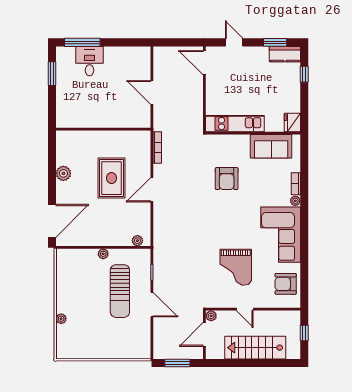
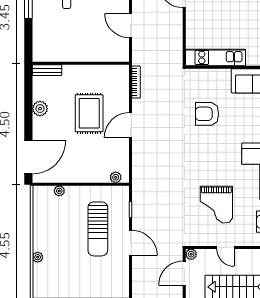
bench: (70, 136) -> (47, 70), added
armchair: (227, 179) -> (207, 114), turned 90
plant: (103, 254) -> (59, 191), moved

